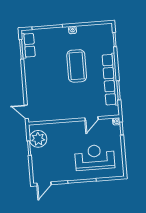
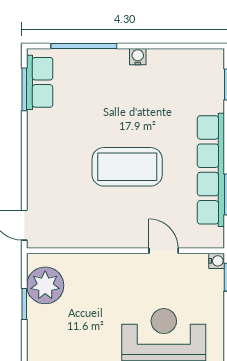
coffee table: (77, 66) -> (127, 167), moved, turned 90
door: (92, 119) -> (164, 251), swing flipped

